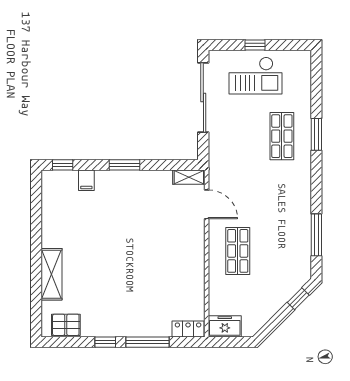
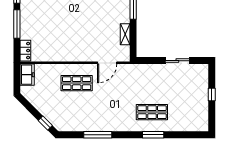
checkout: (256, 75) -> (192, 95), removed
sliding door: (203, 97) -> (177, 61), width x0.54
shelving: (189, 177) -> (125, 34), moved
window: (316, 235) -> (98, 135), moved

